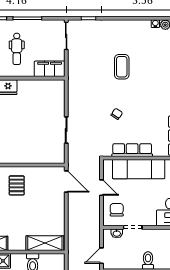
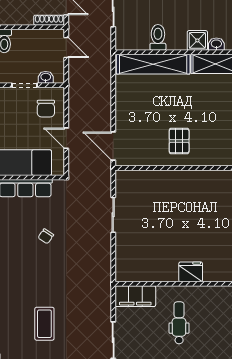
coffee table: (122, 67) -> (44, 324), moved
shelving: (45, 243) -> (153, 64), width x1.47
door: (101, 256) -> (66, 48), hinge flipped

